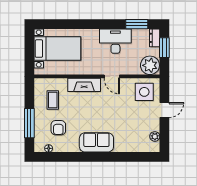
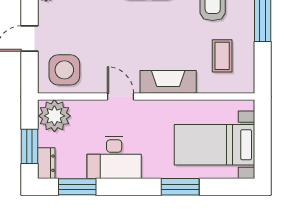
window: (77, 24) -> (180, 187), added

